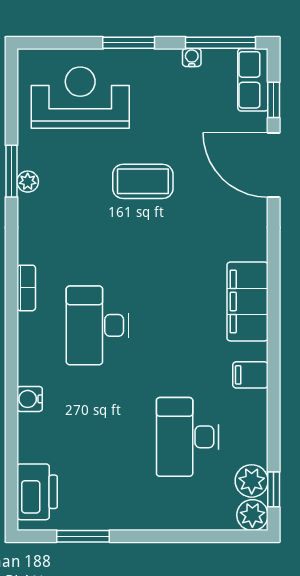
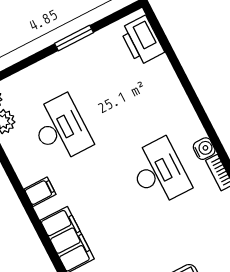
water cooler: (30, 399) -> (204, 149), moved
window: (83, 536) -> (74, 38), moved

